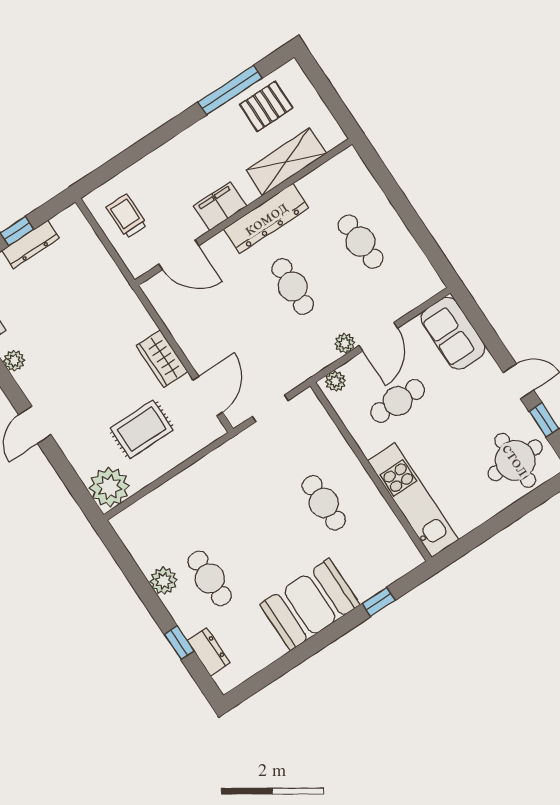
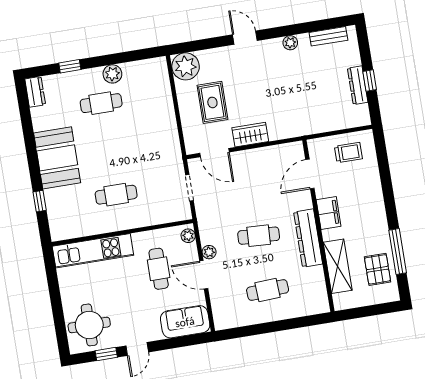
dresser: (209, 652) -> (35, 92), moved, turned -90

